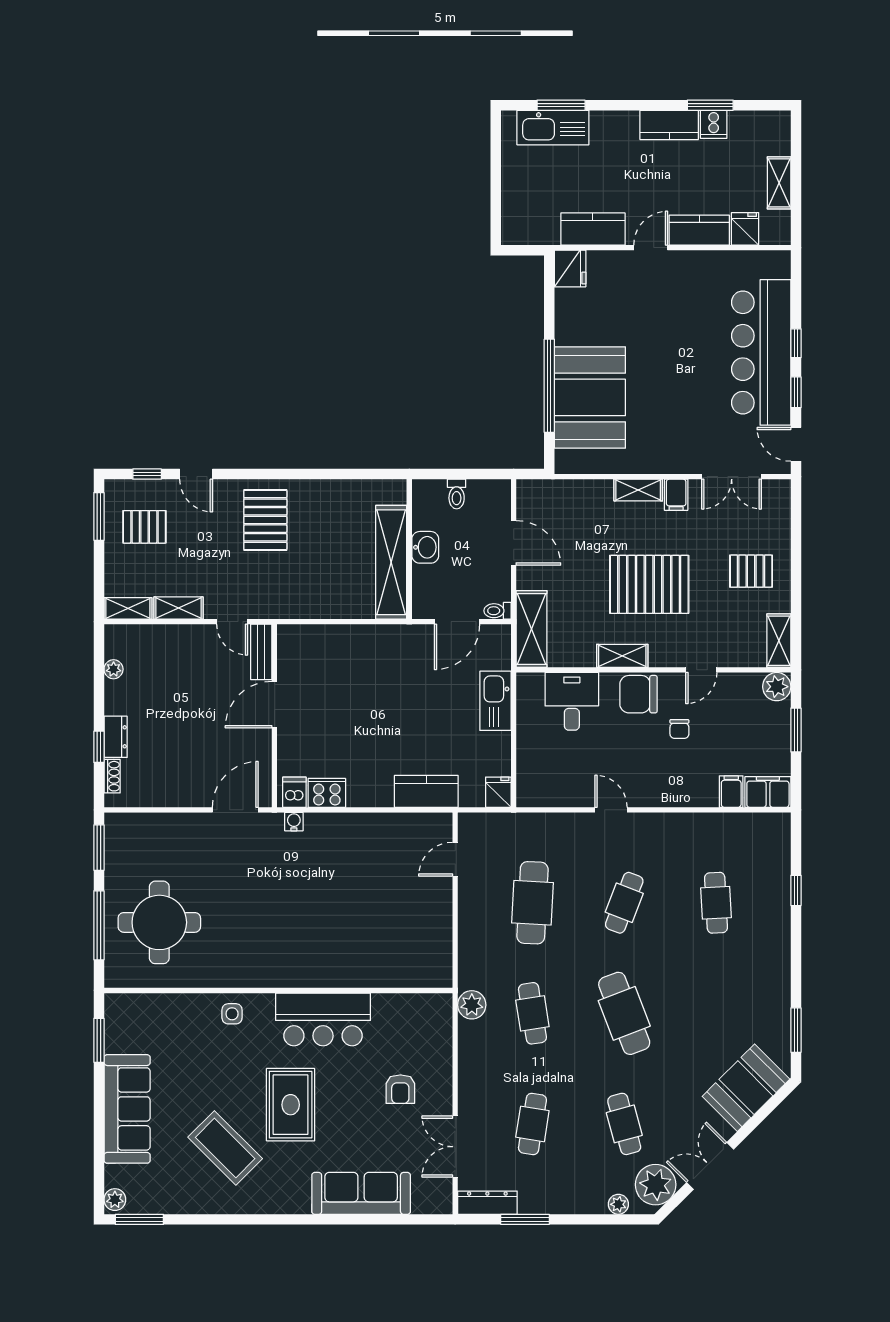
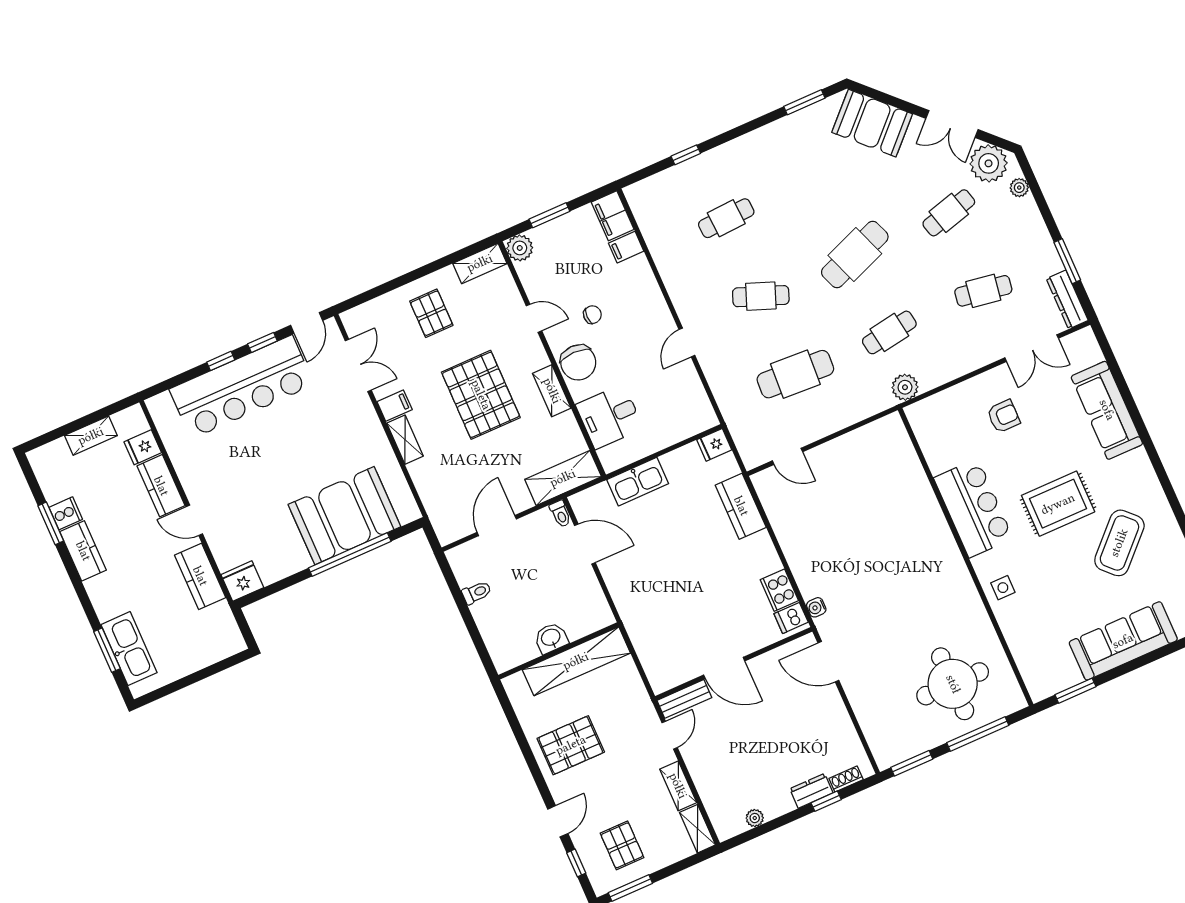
washbasin: (425, 547) -> (551, 638), moved
wall: (409, 549) -> (559, 651), moved
shelving: (391, 562) -> (576, 661), moved

